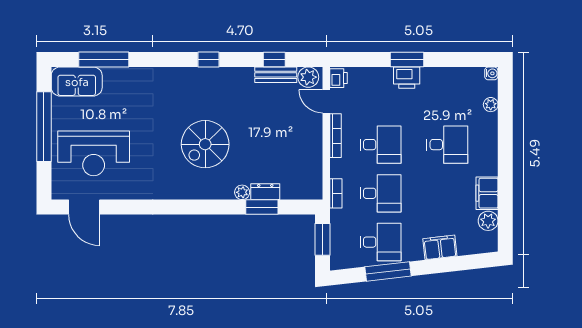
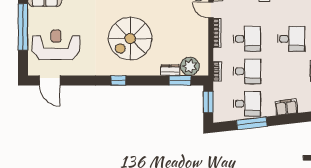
spiral stairs: (205, 144) -> (130, 39), width x1.37, depth x1.37
reception desk: (94, 153) -> (56, 45), turned 180
plant: (242, 192) -> (190, 66), moved, width x1.87, depth x1.87
window: (187, 207) -> (118, 80), added
window: (262, 207) -> (180, 80), moved

